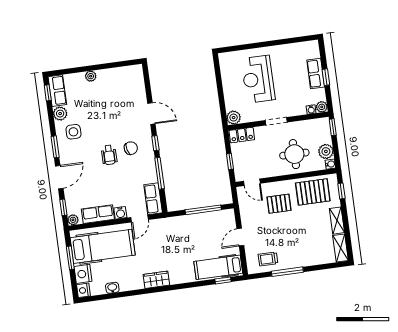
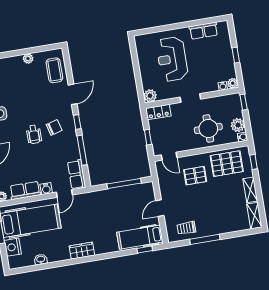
row of seats: (316, 74) -> (203, 31), moved, turned -90
plant: (91, 76) -> (28, 59), moved
coffee table: (133, 88) -> (54, 70), added
door: (151, 113) -> (73, 94), hinge flipped
nightstand: (83, 290) -> (14, 263), removed

